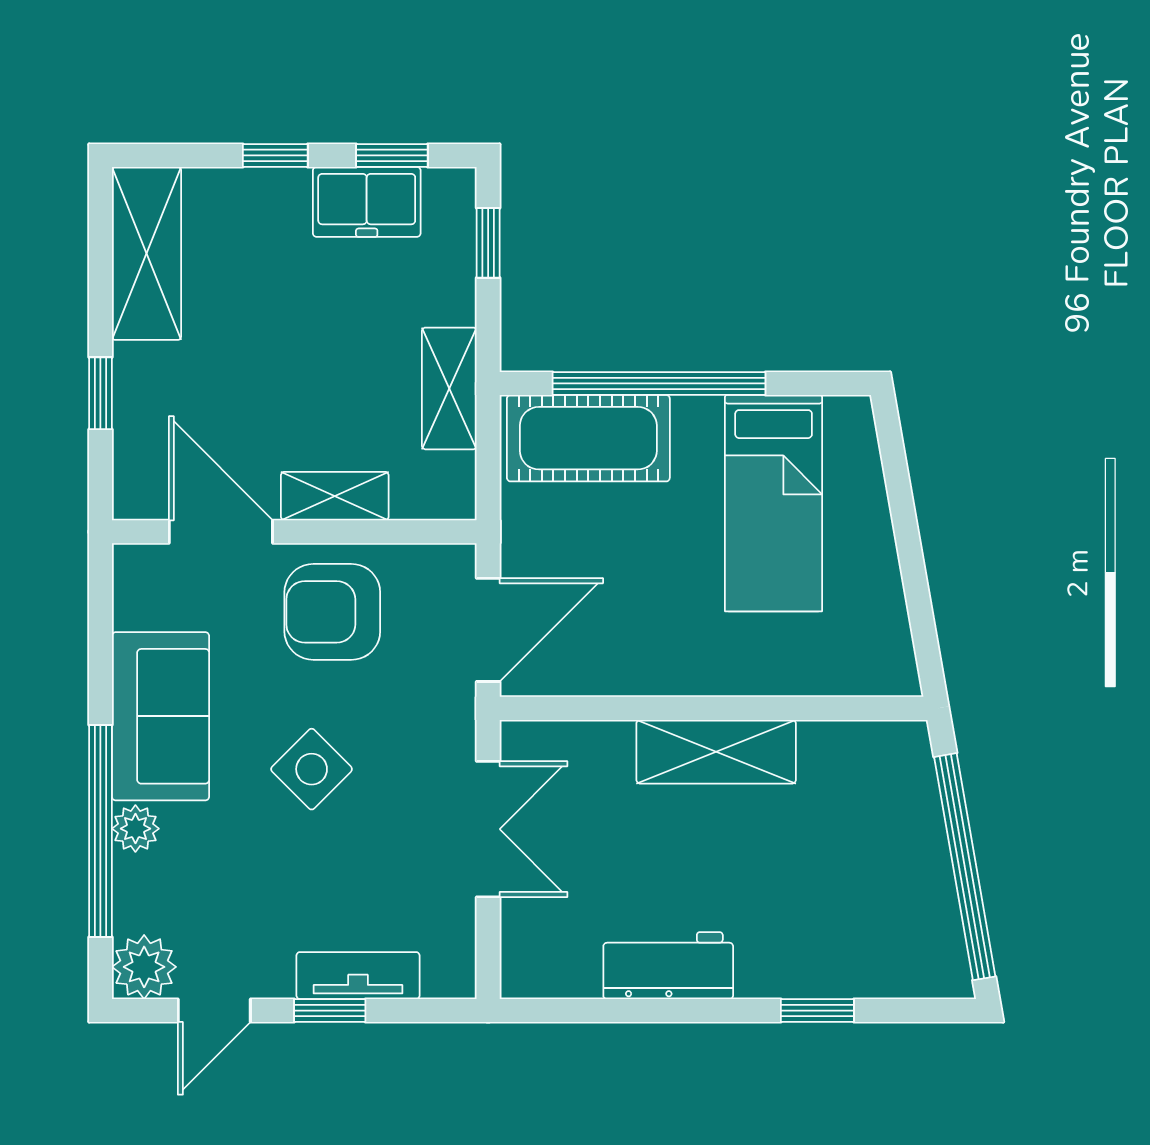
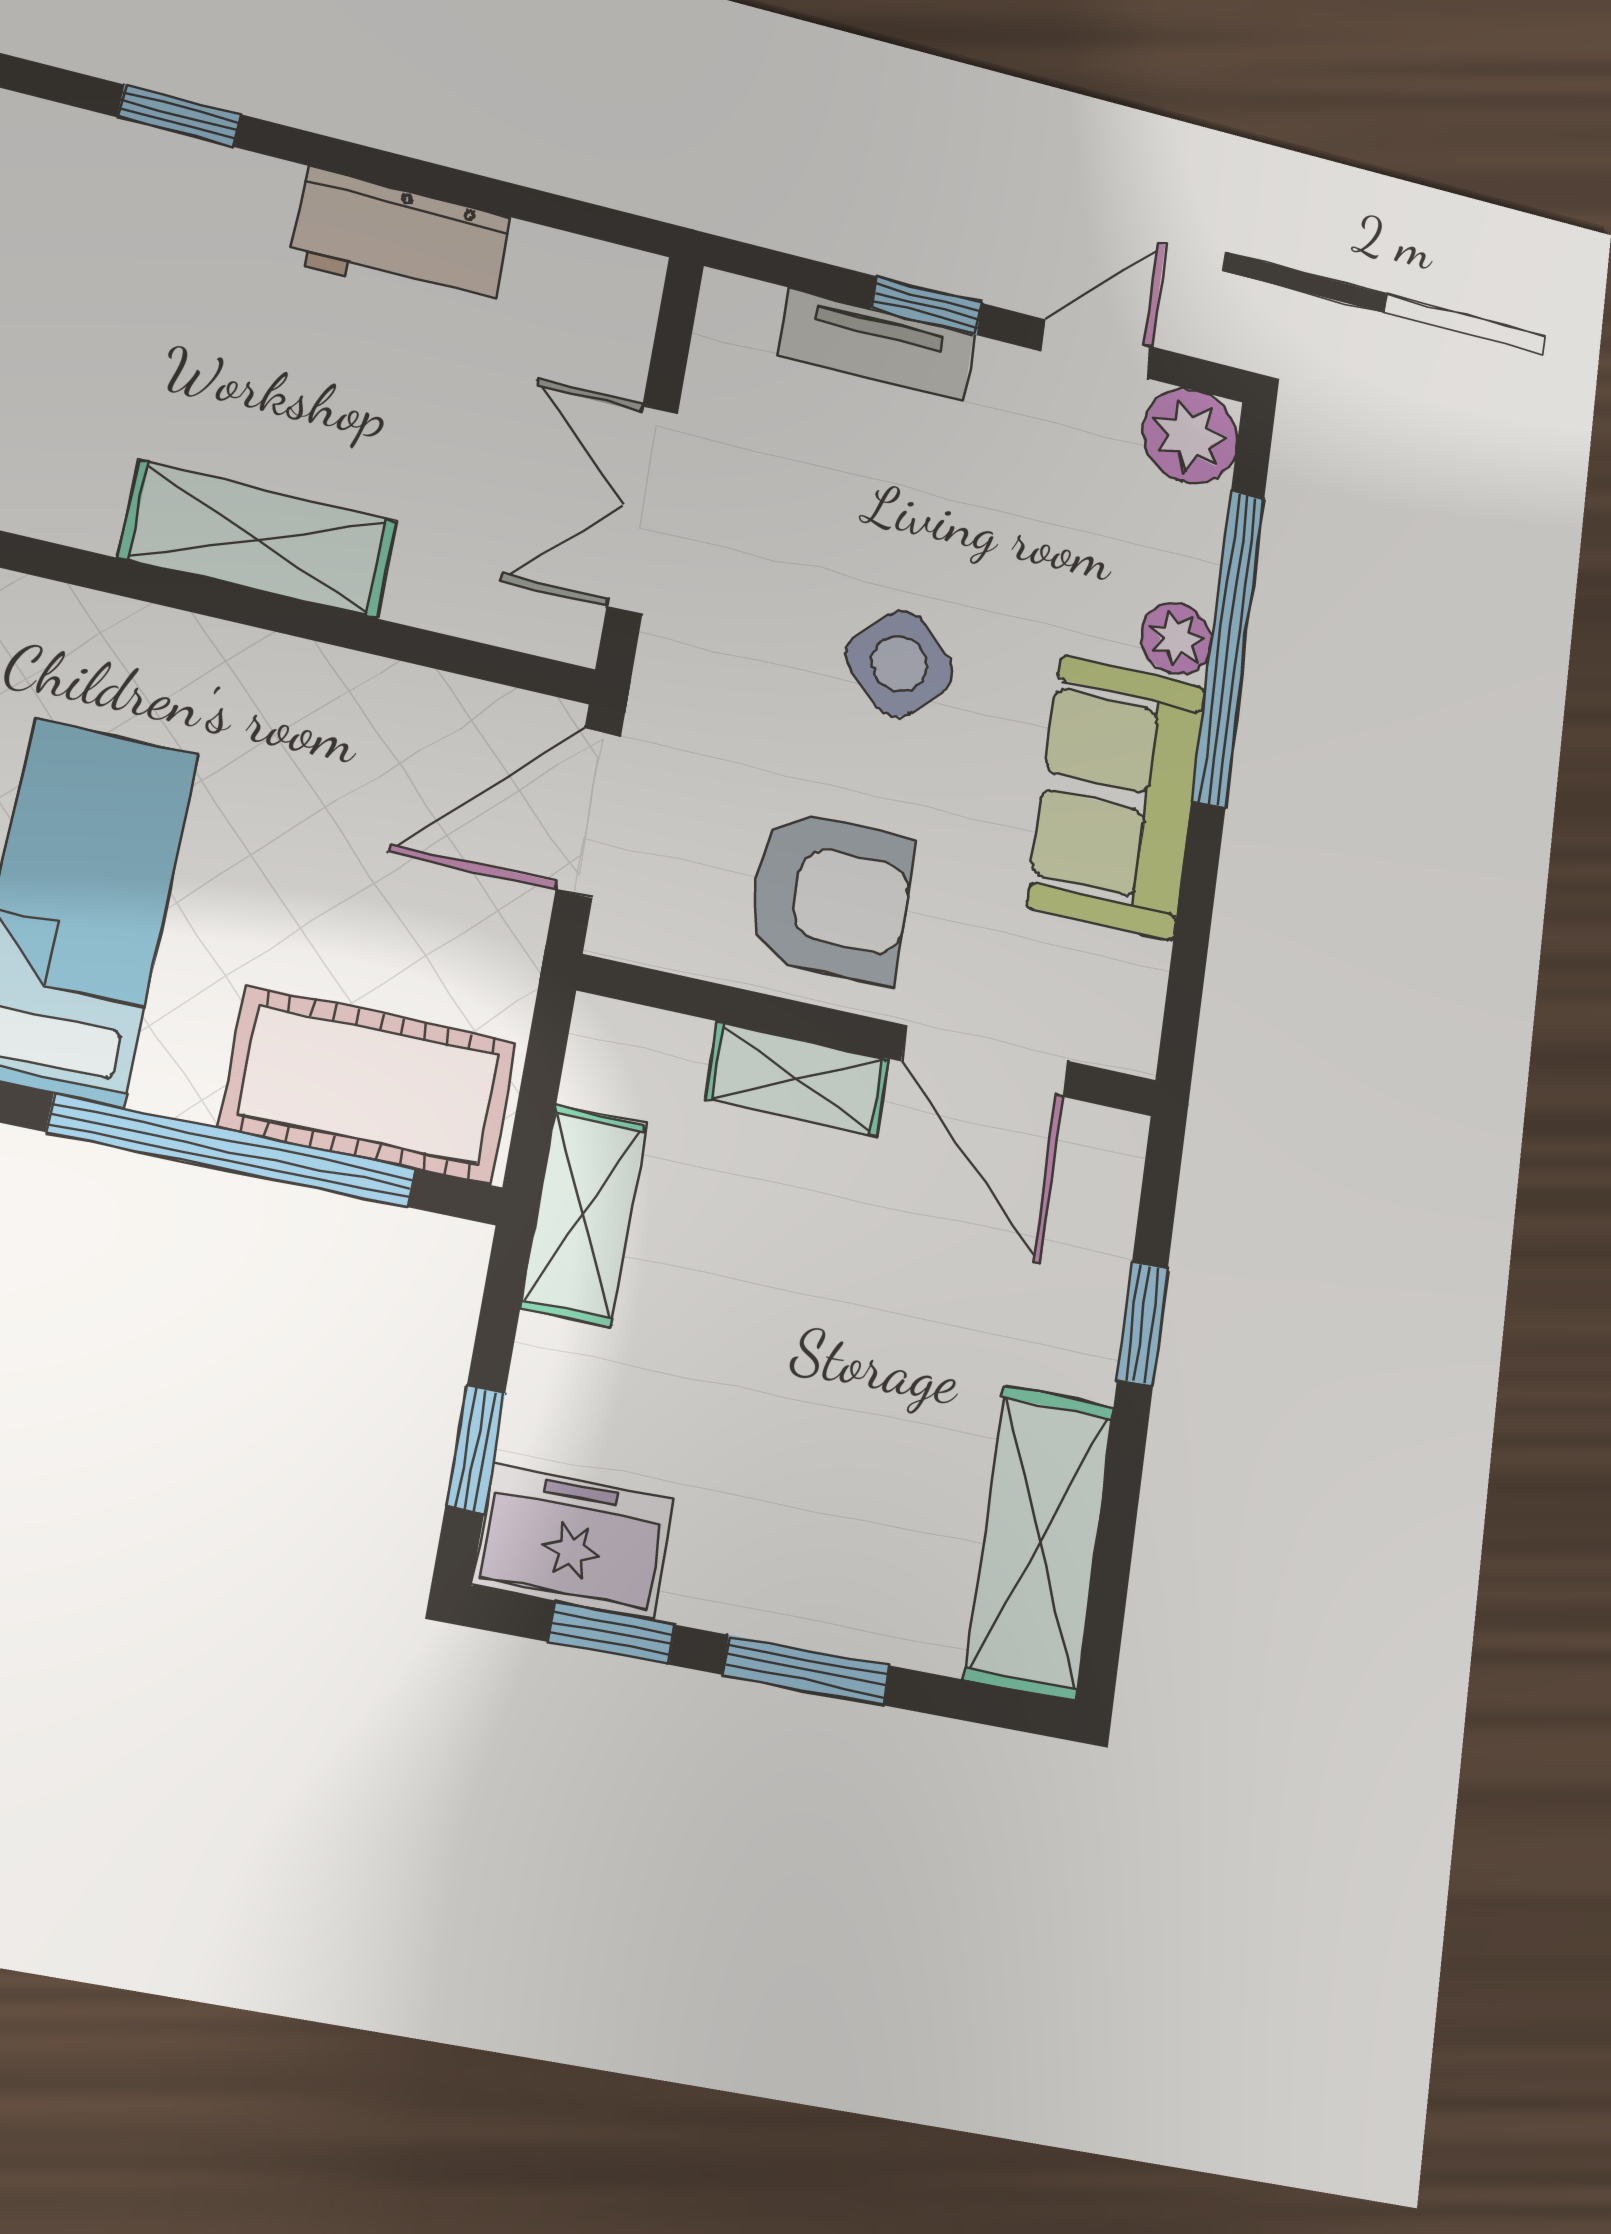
window: (275, 155) -> (806, 1670), width x1.50
freezer: (367, 202) -> (573, 1542), moved

